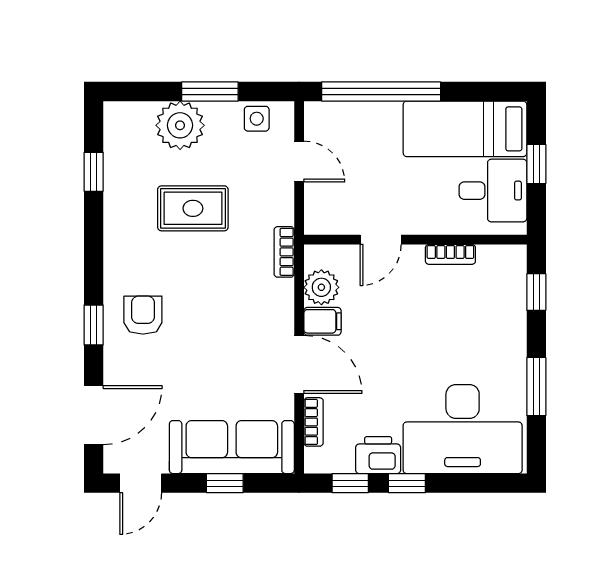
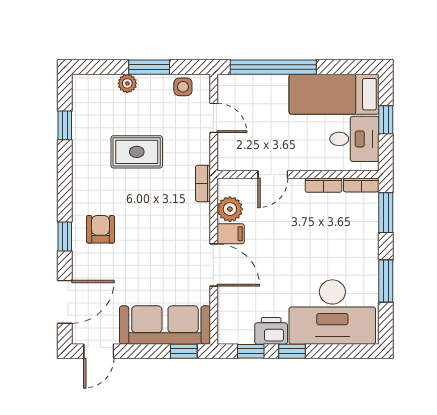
plant: (180, 125) -> (127, 83), width x0.53, depth x0.53
window: (536, 292) -> (386, 213), width x1.50
bookcase: (314, 422) -> (361, 185), moved, turned 90
window: (225, 483) -> (184, 351), moved

